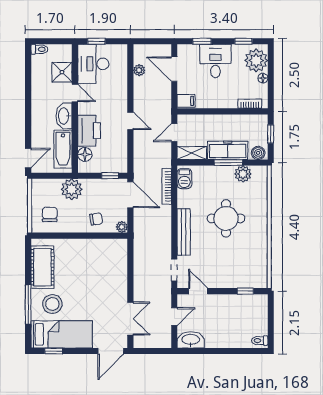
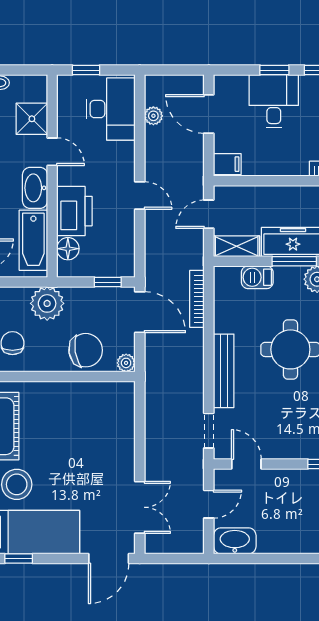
window: (202, 41) -> (274, 70), moved
desk: (93, 64) -> (111, 109), moved, turned 180
barbecue: (184, 179) -> (257, 277), moved, turned 90
chair: (96, 219) -> (86, 350), width x1.87, depth x1.87

